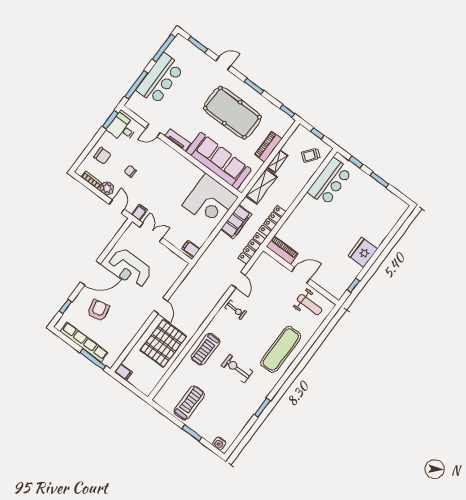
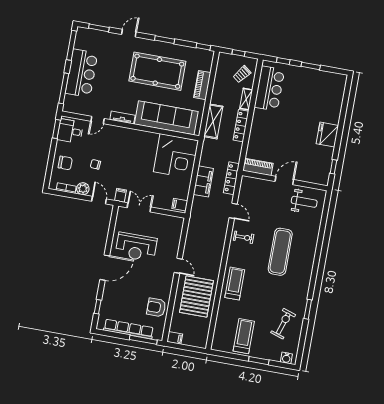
shelving: (277, 161) -> (246, 99), moved
locker: (272, 221) -> (241, 126), moved
filing cabinet: (236, 222) -> (203, 181), moved
armchair: (98, 310) -> (156, 307), moved, turned -77
treadmill: (205, 349) -> (235, 284), turned 180
exercise mat: (281, 349) -> (280, 252), moved
exercise bike: (237, 368) -> (283, 324), moved, turned 108

